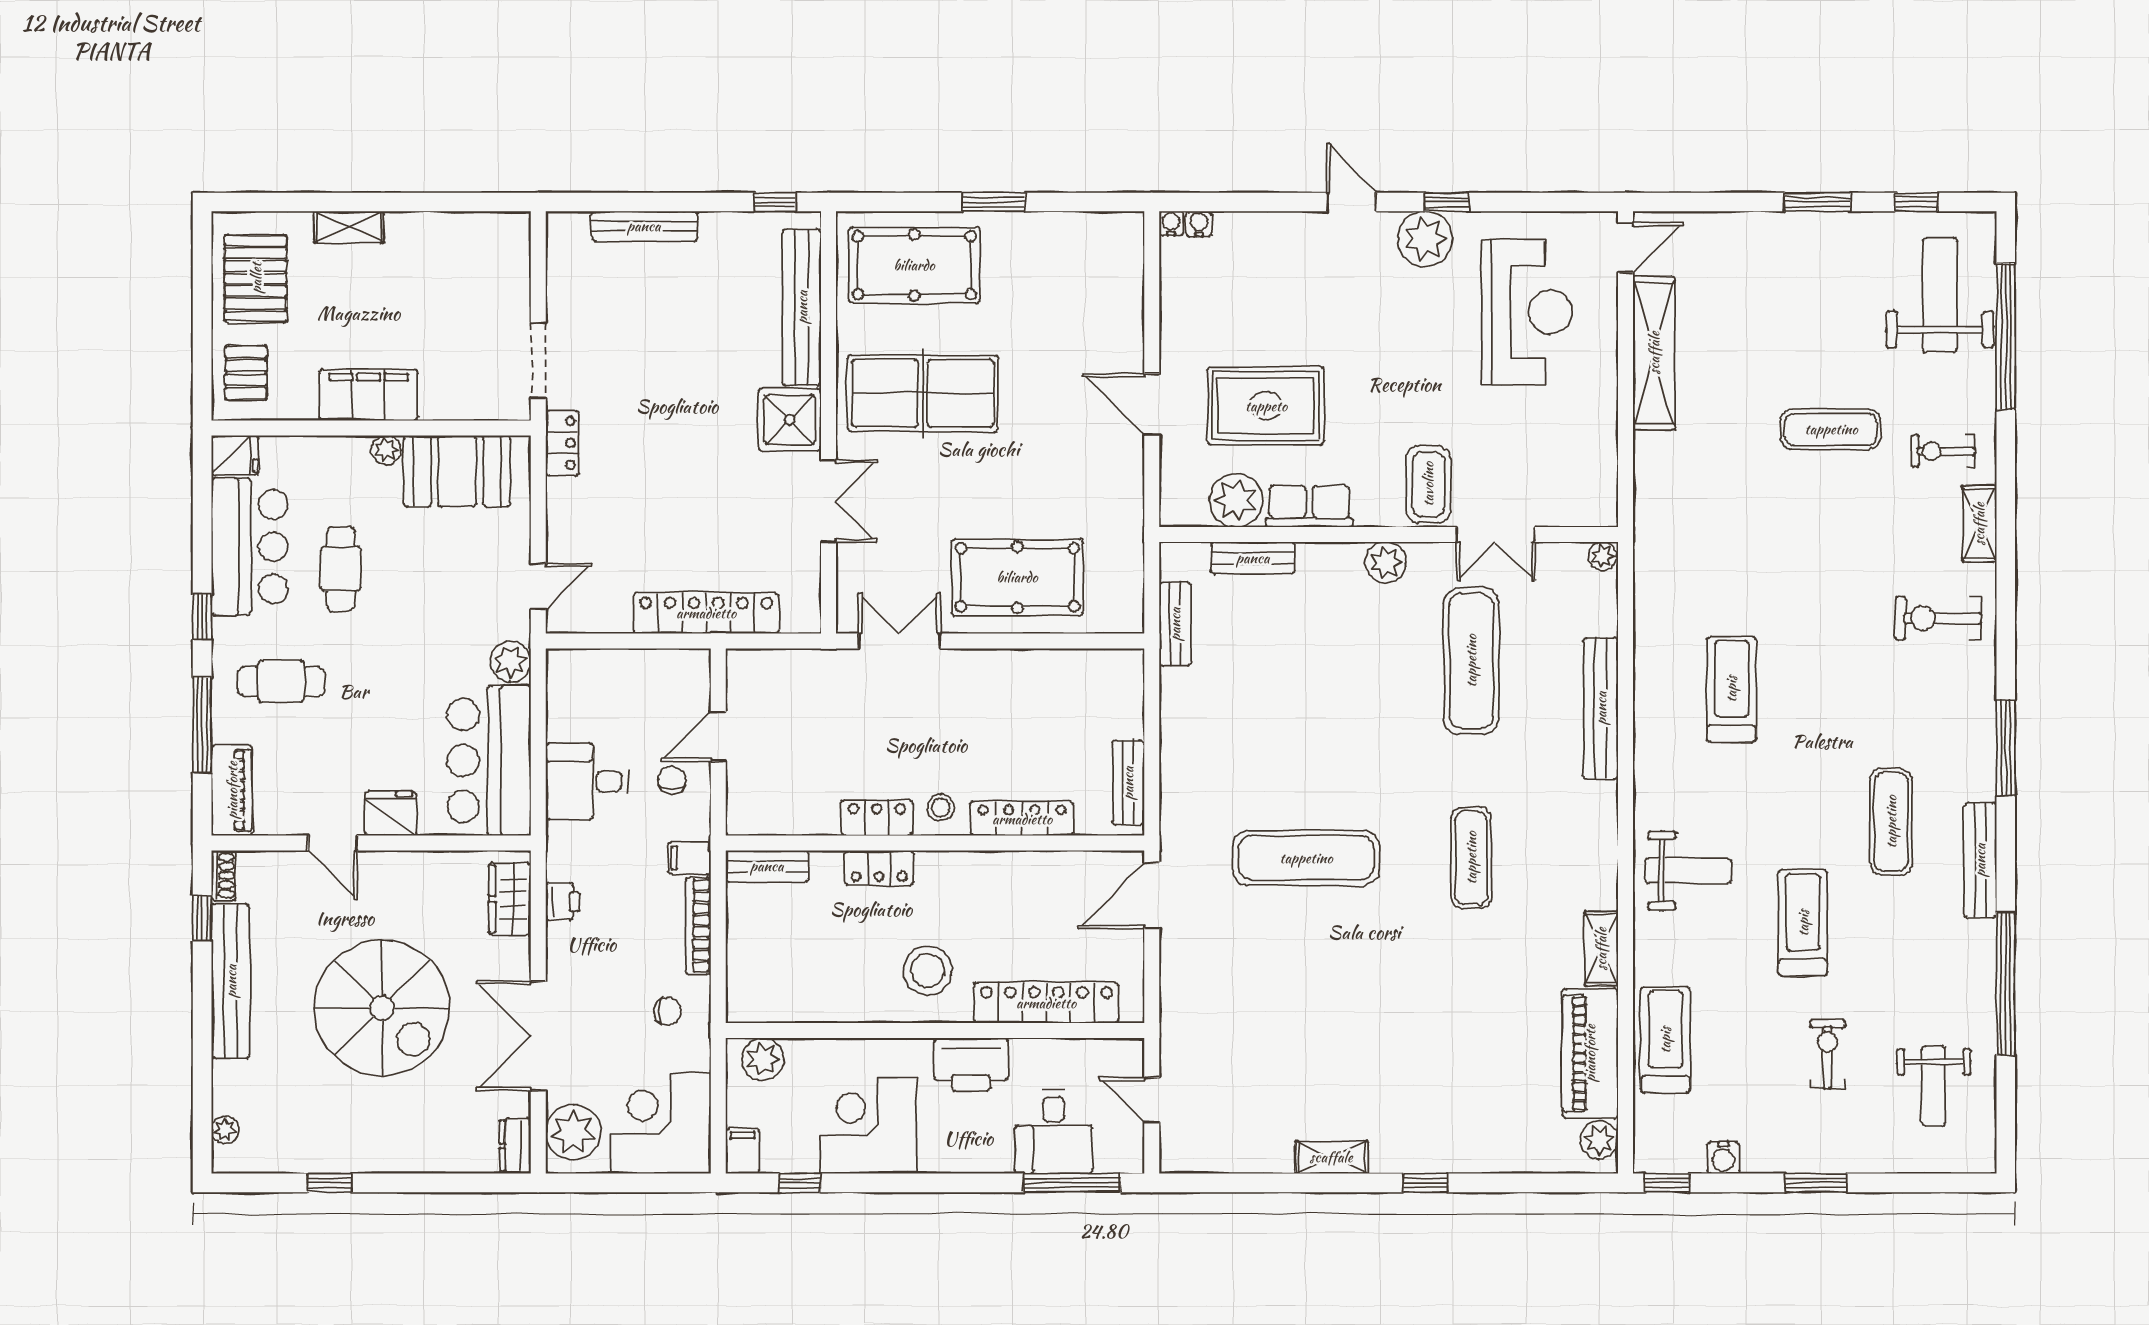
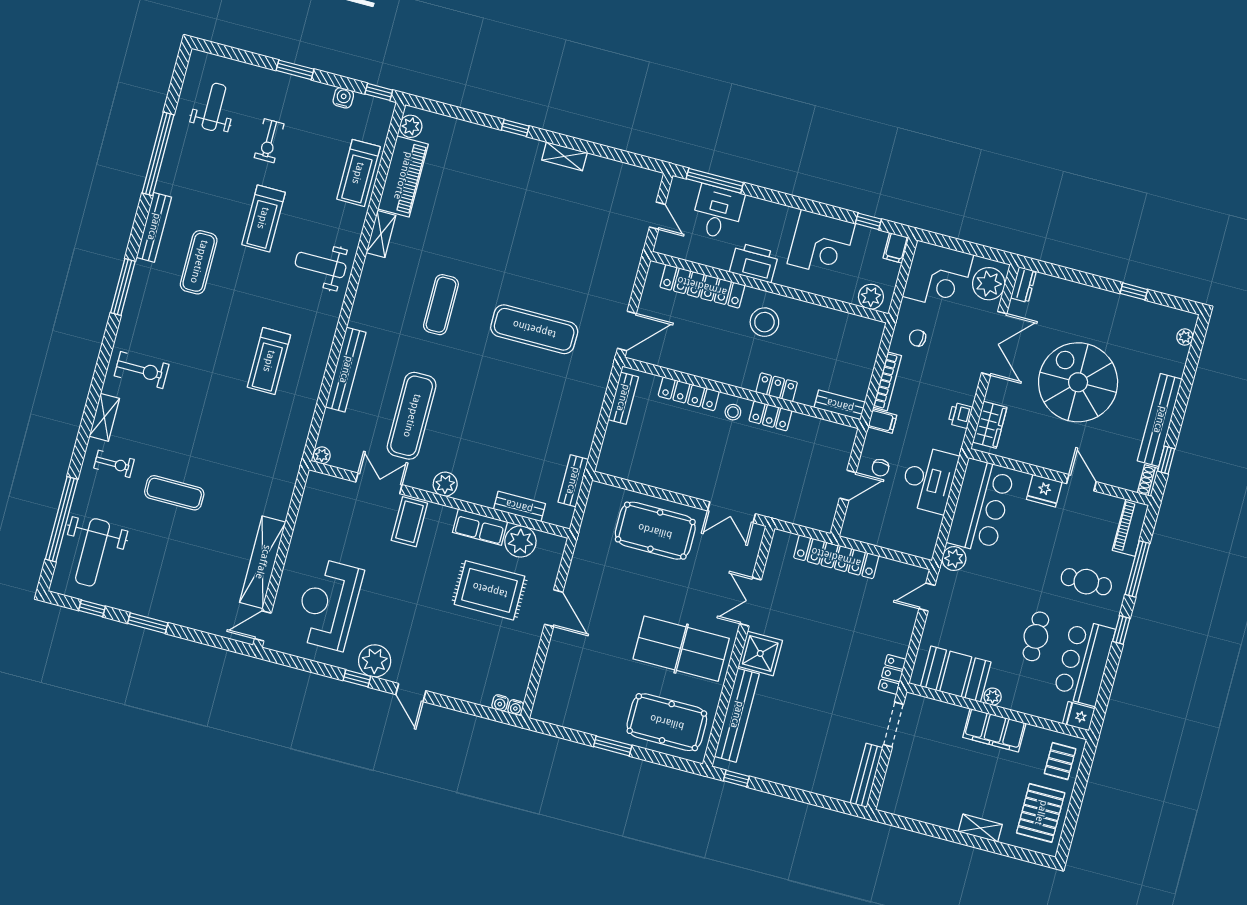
bench: (644, 226) -> (866, 775), moved, turned 90
desk: (587, 781) -> (929, 480), width x1.37

